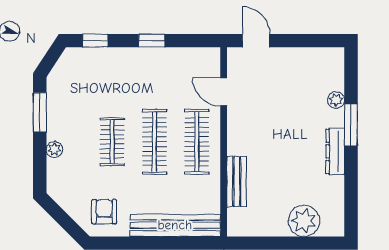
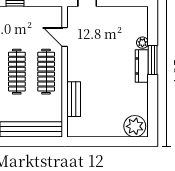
dresser: (335, 151) -> (142, 66), moved
plant: (304, 221) -> (135, 126), moved

